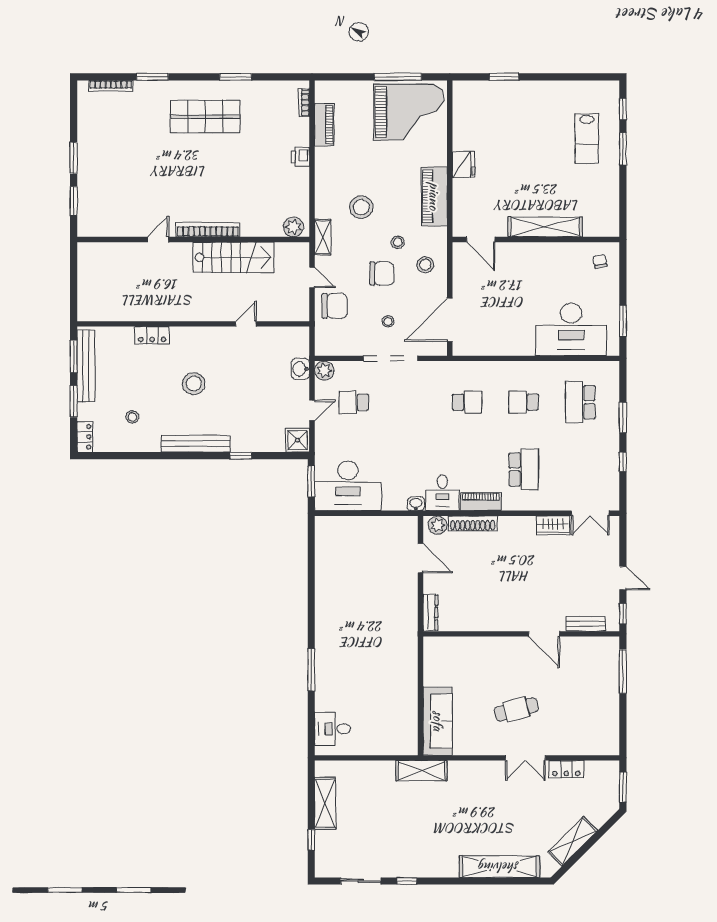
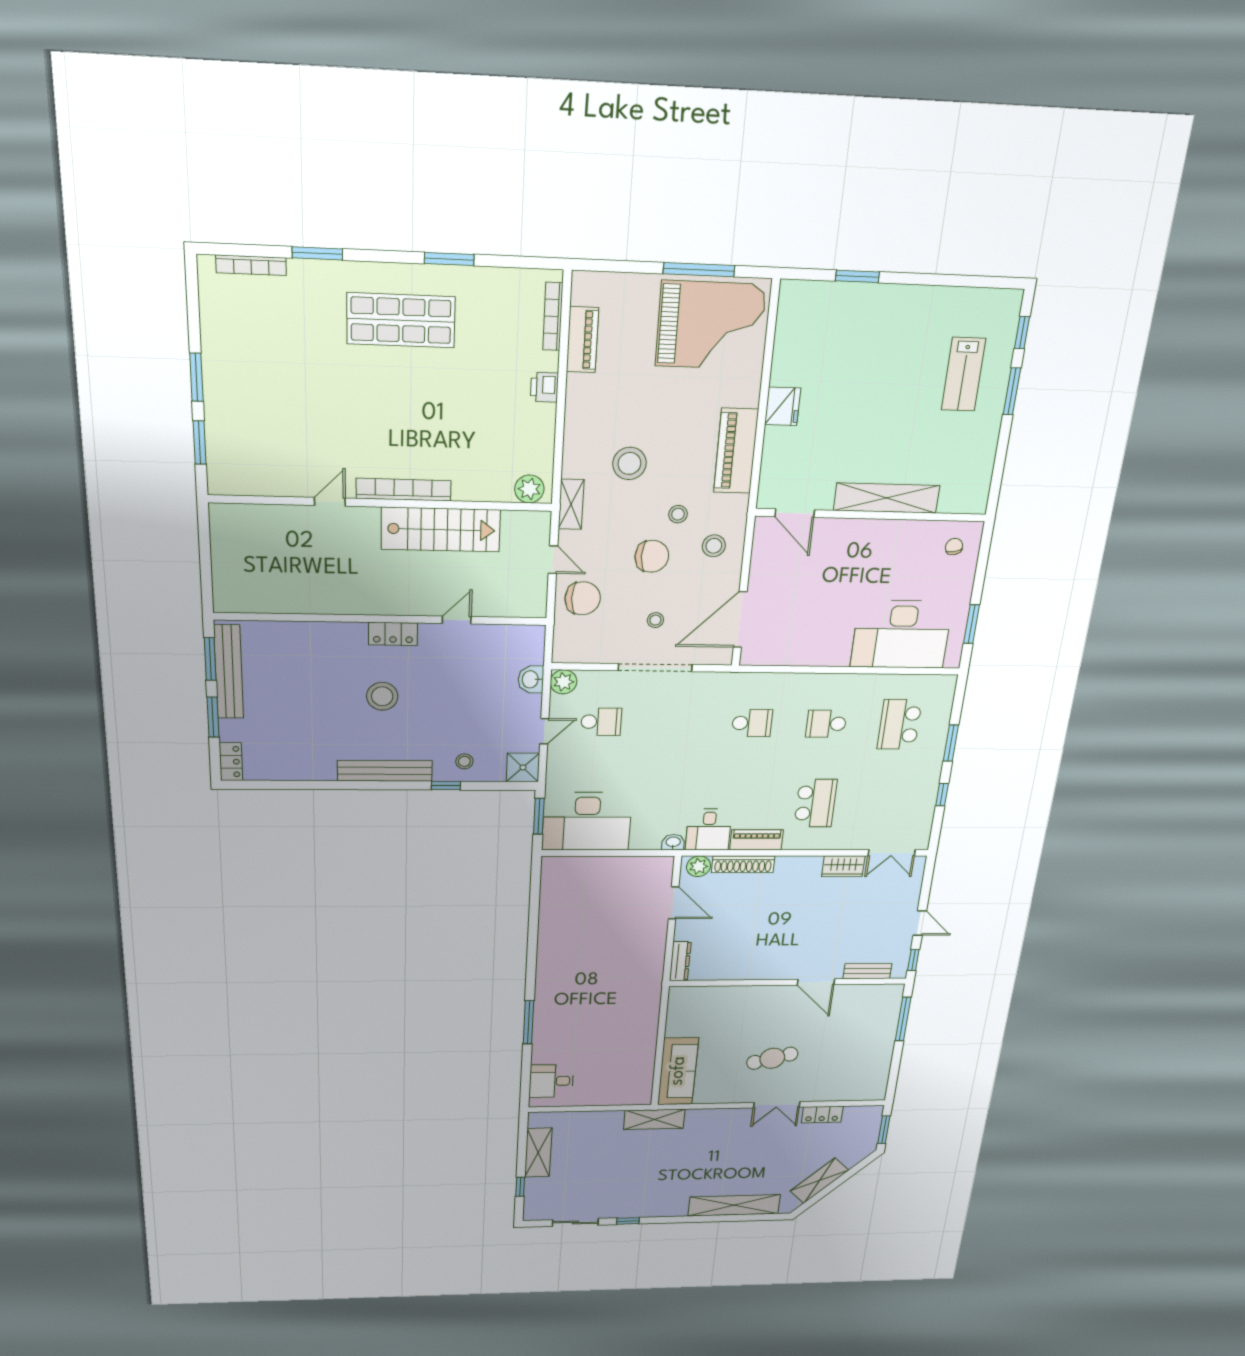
bookcase: (304, 103) -> (553, 316), width x1.56
locker: (152, 335) -> (393, 634), moved
school desk: (354, 402) -> (601, 722), turned 180
stool: (132, 417) -> (464, 761), moved

